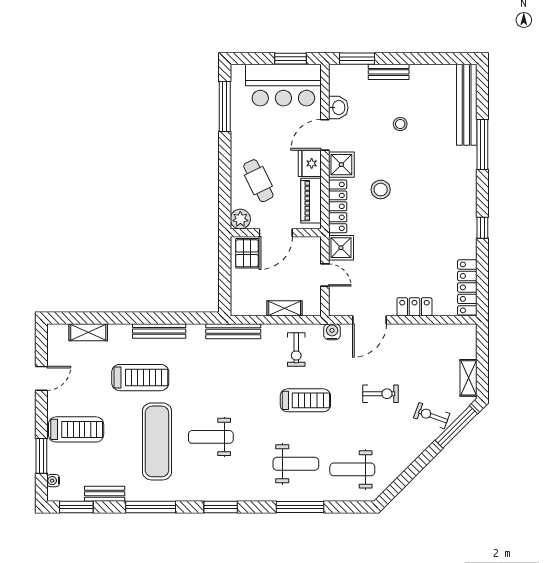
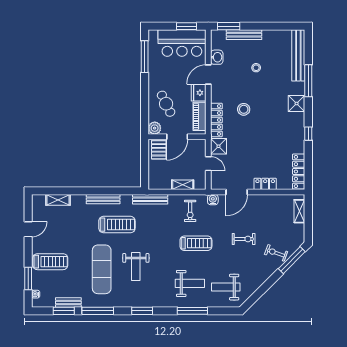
bench: (389, 72) -> (244, 35), width x1.36
shower: (341, 165) -> (297, 103), moved
treadmill: (140, 378) -> (117, 225), moved
shelving: (468, 378) -> (299, 211), moved
weight bench: (211, 437) -> (136, 266), turned -90
window: (76, 507) -> (64, 311), moved

